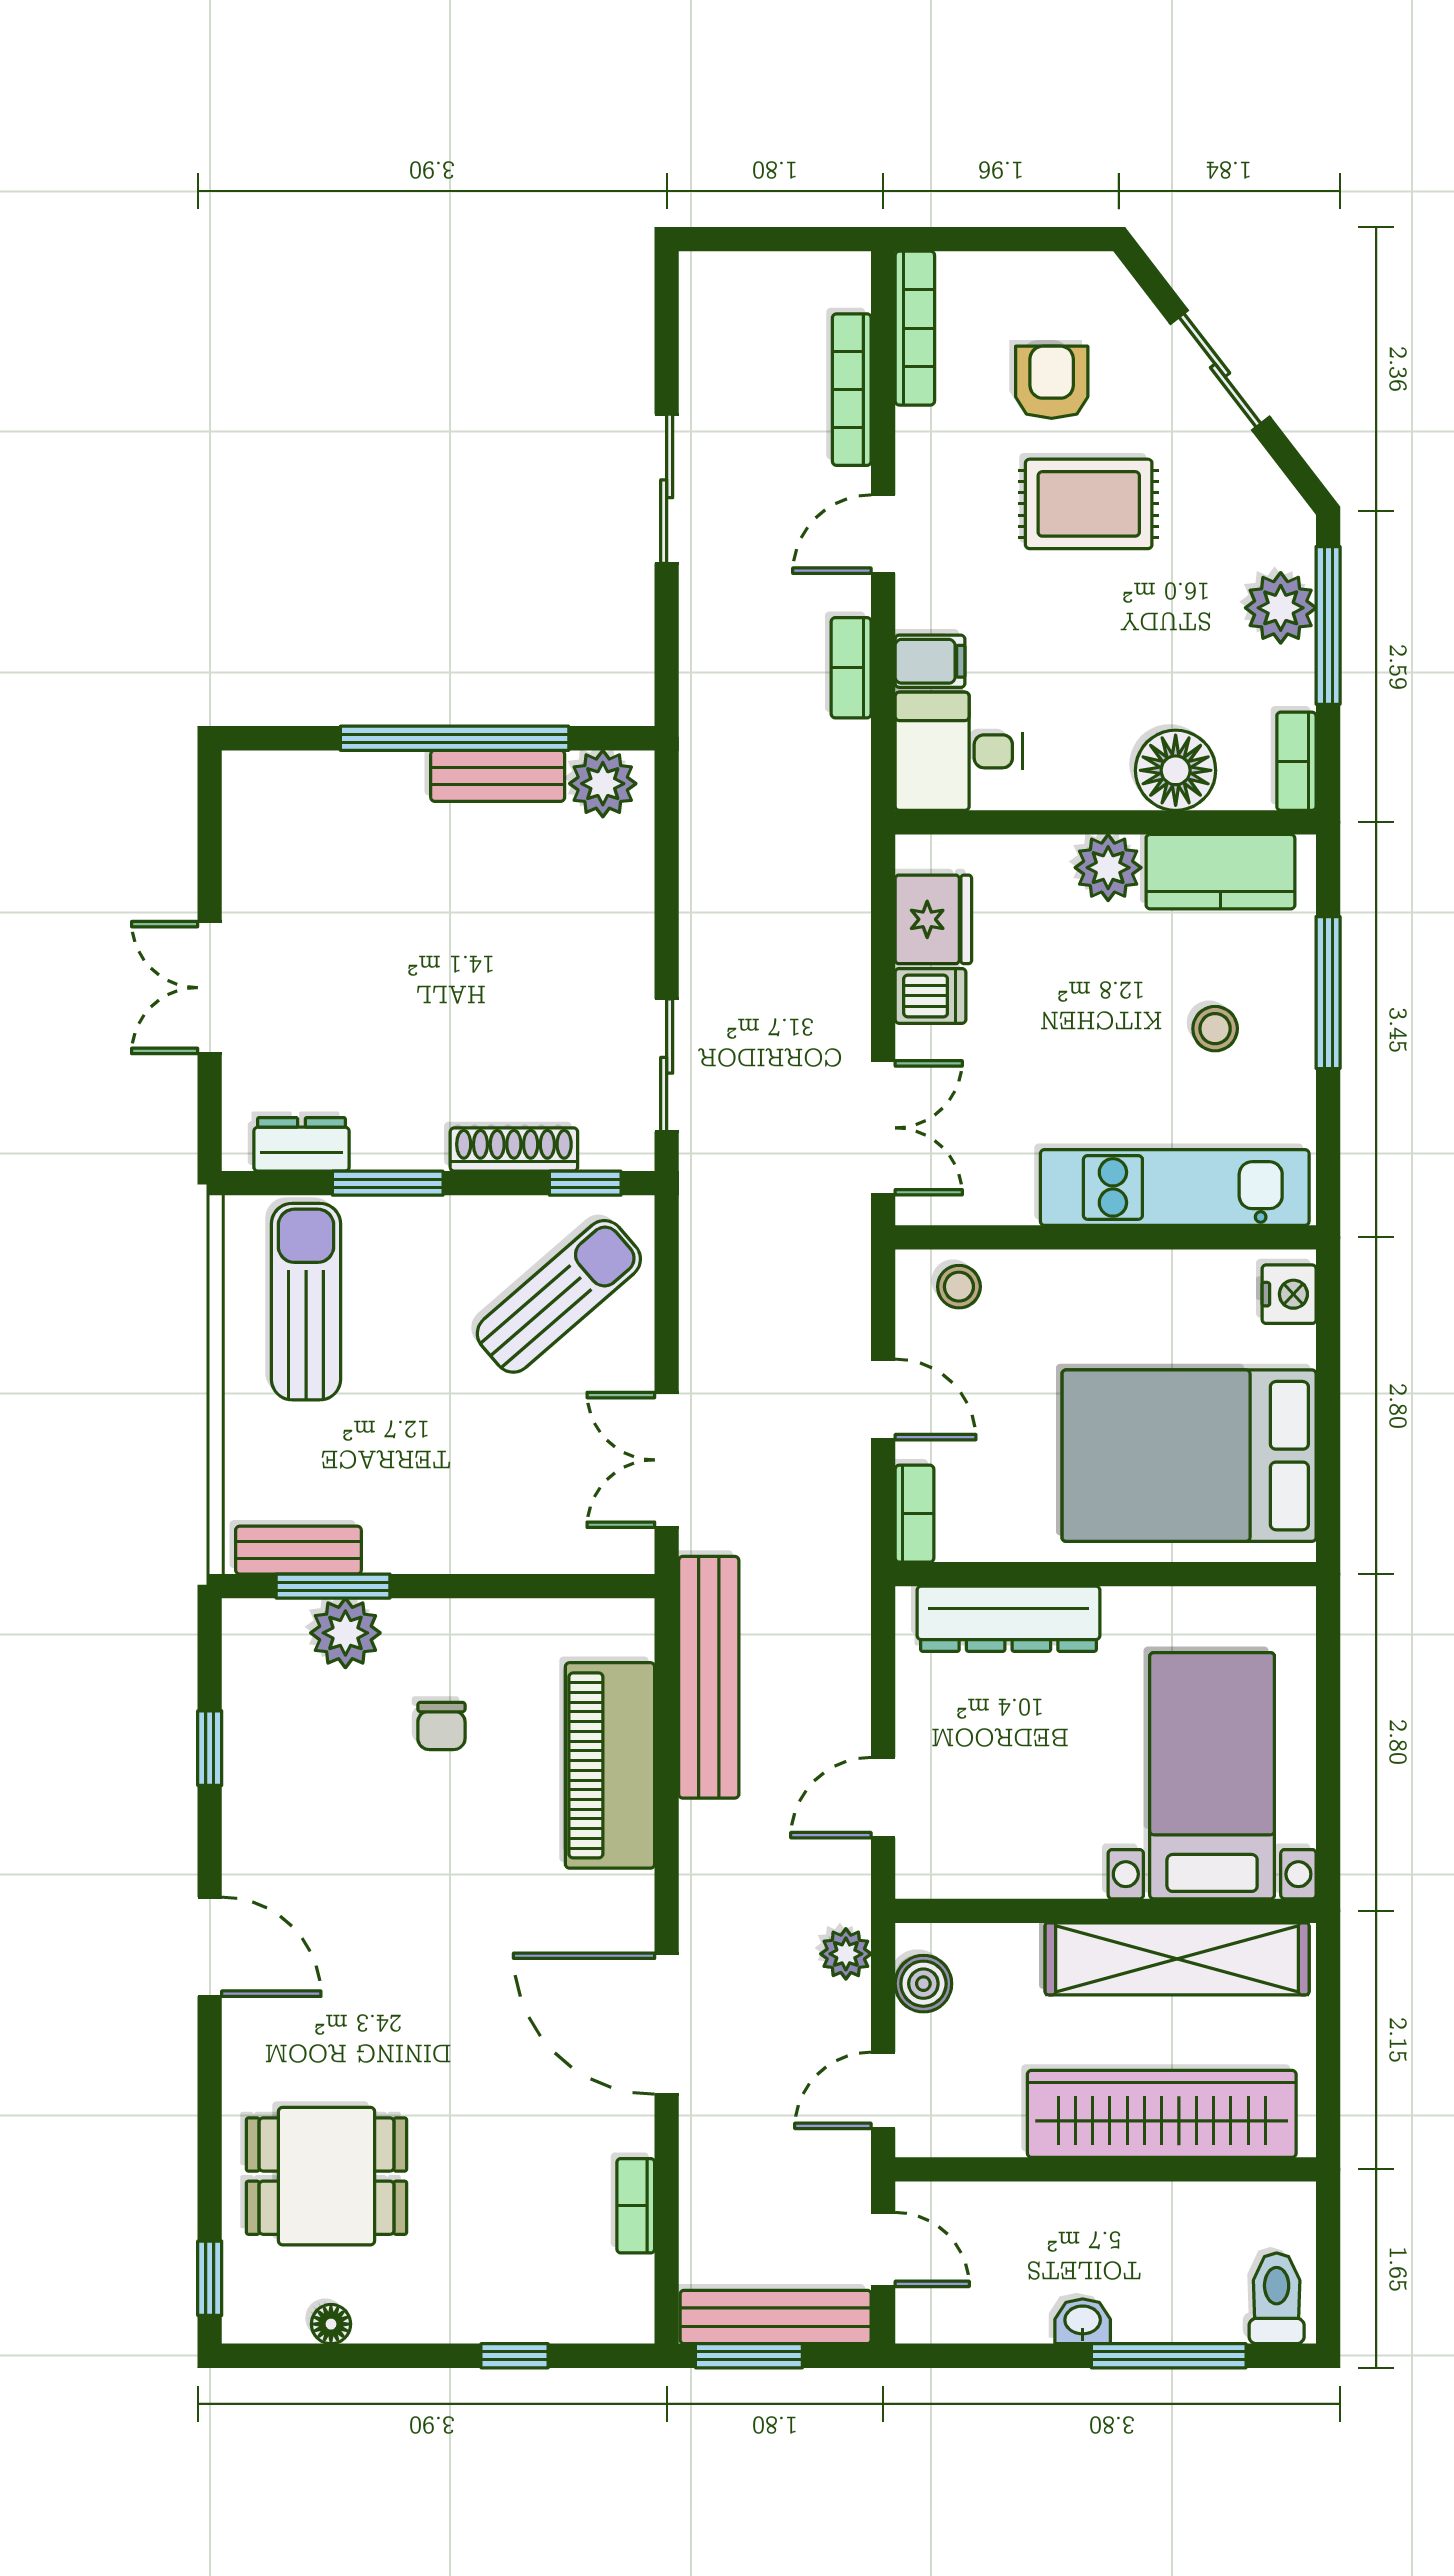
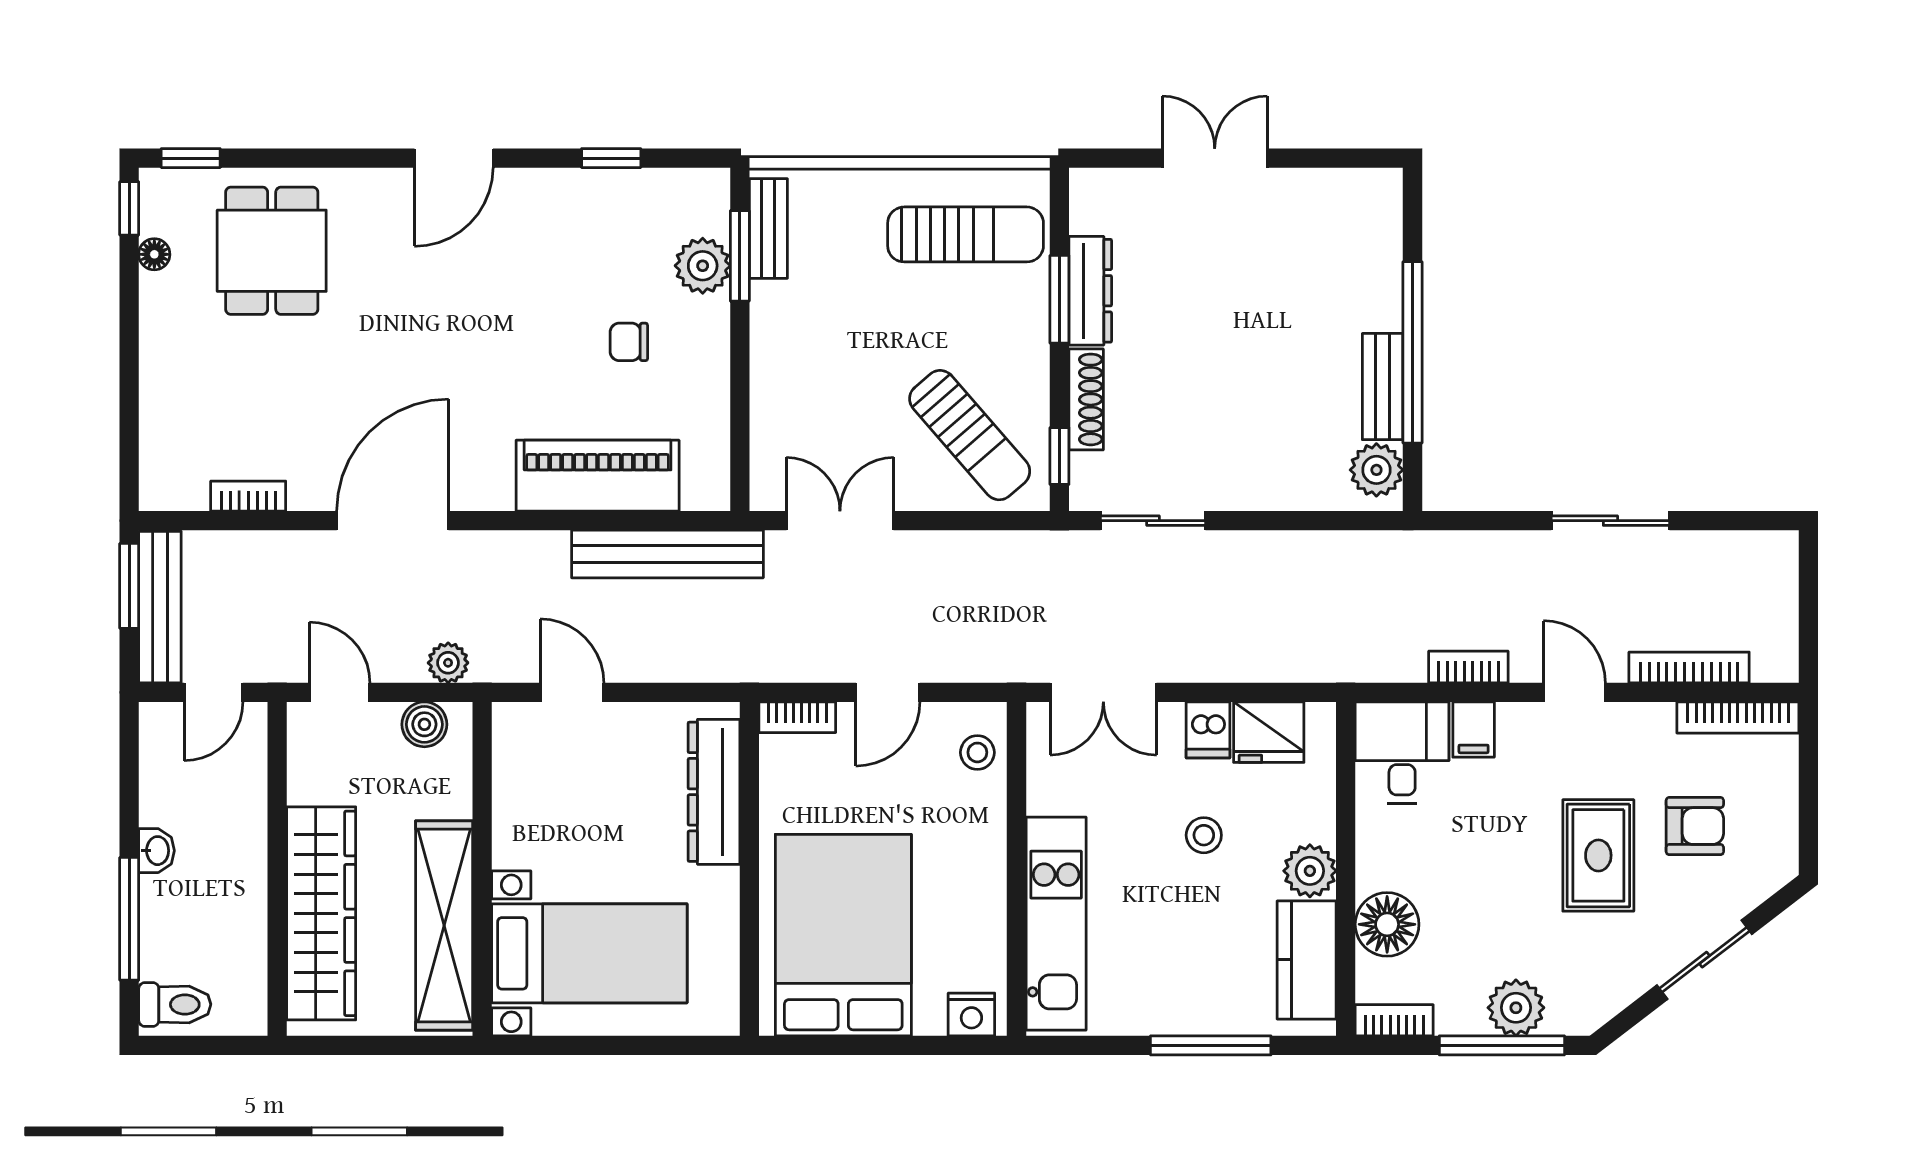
stool: (1215, 1029) -> (1204, 835), moved
dresser: (301, 1144) -> (1090, 291), moved, width x1.44
window: (515, 2356) -> (129, 208), moved

